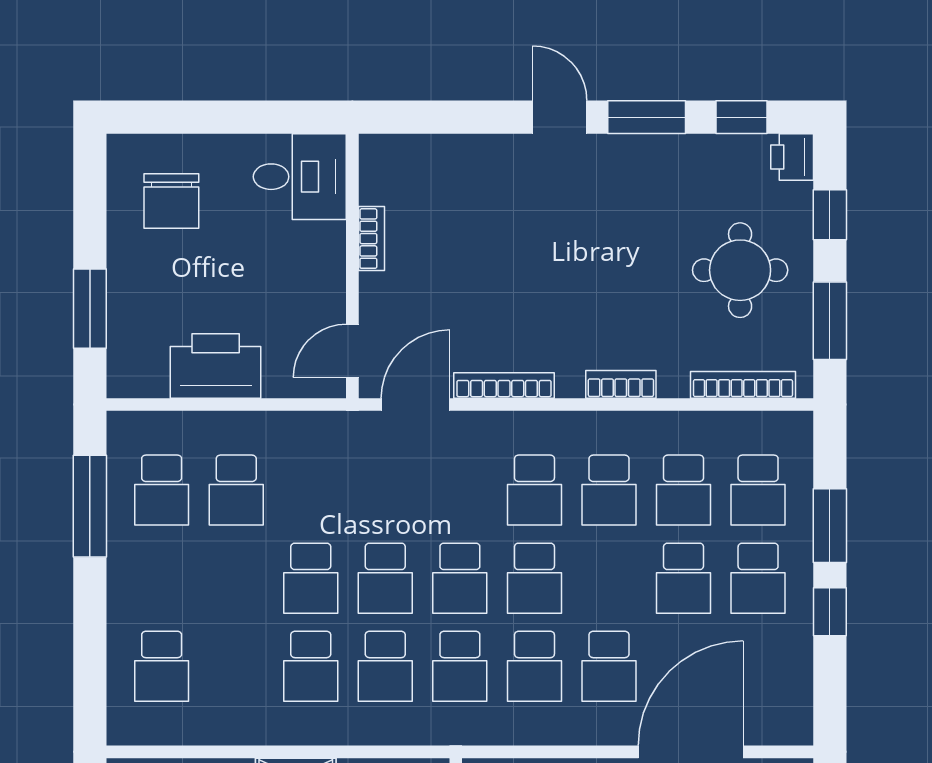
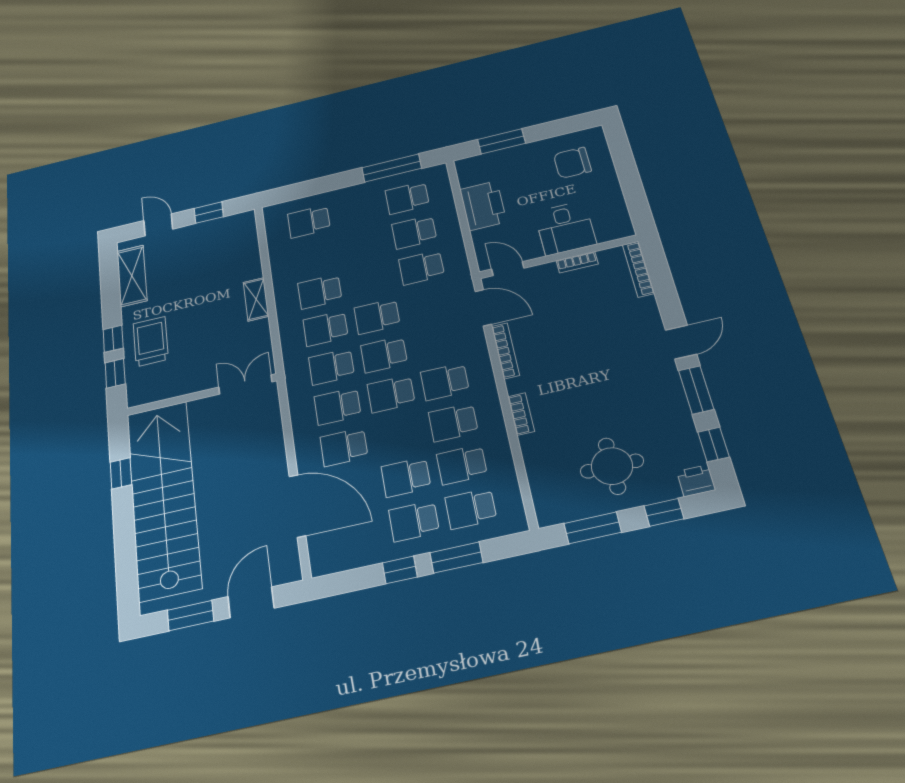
desk: (300, 177) -> (565, 228), moved
bookcase: (743, 385) -> (638, 269), moved, turned 180
school desk: (311, 578) -> (421, 268), moved

